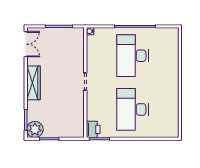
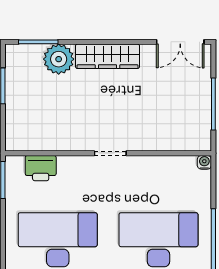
plant: (35, 129) -> (59, 59), moved
printer: (93, 129) -> (41, 168), moved

